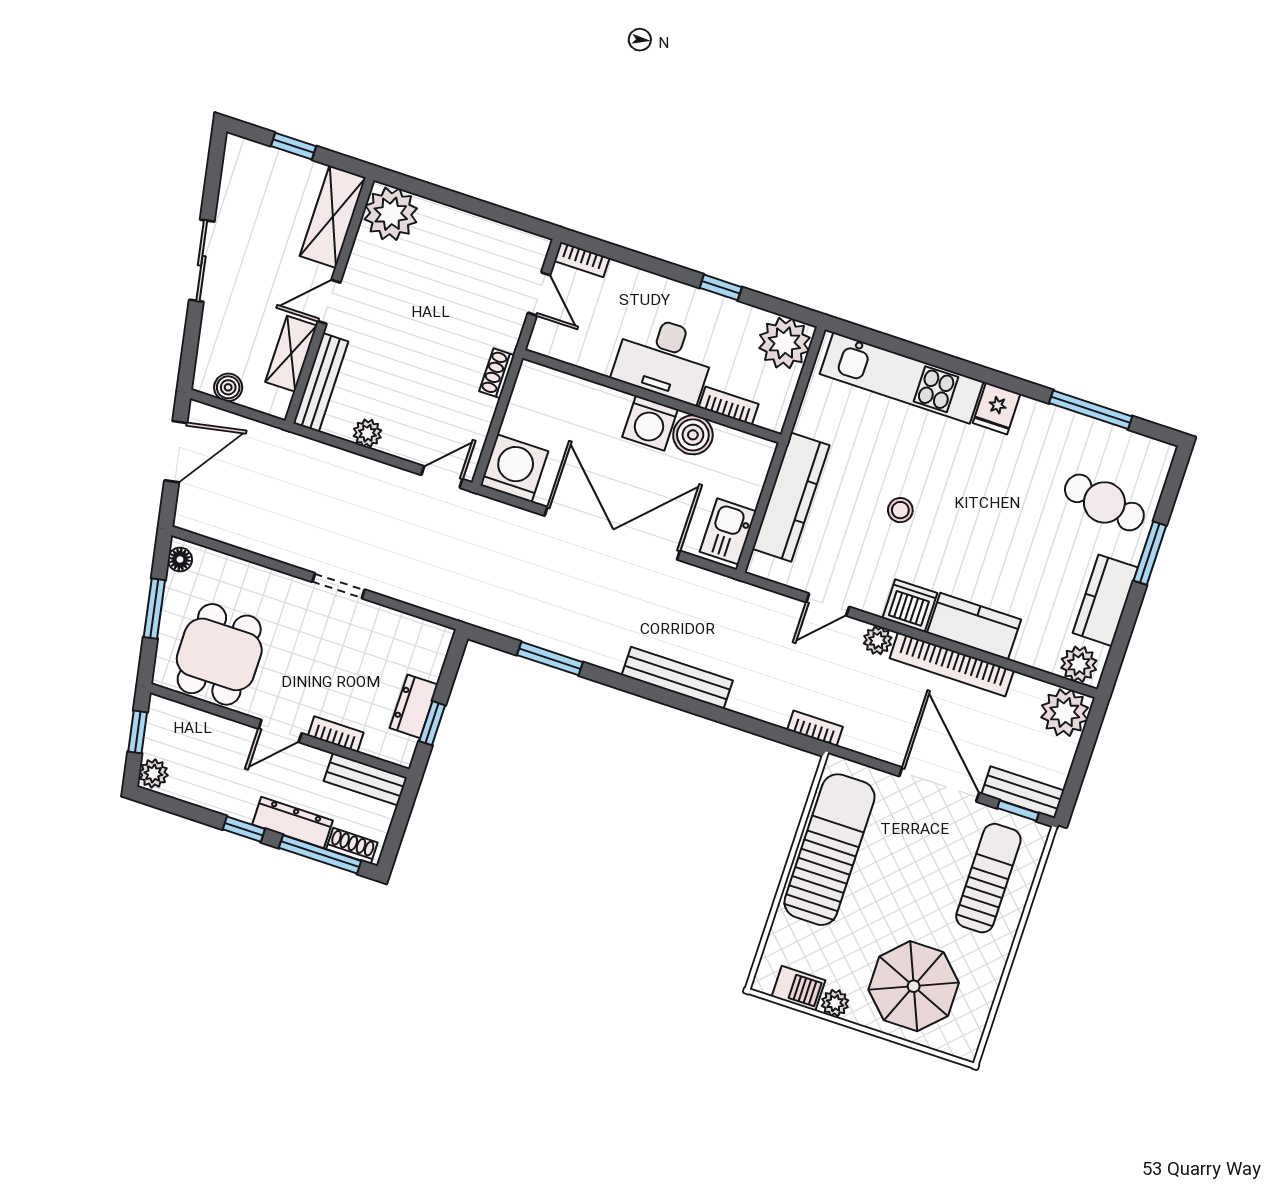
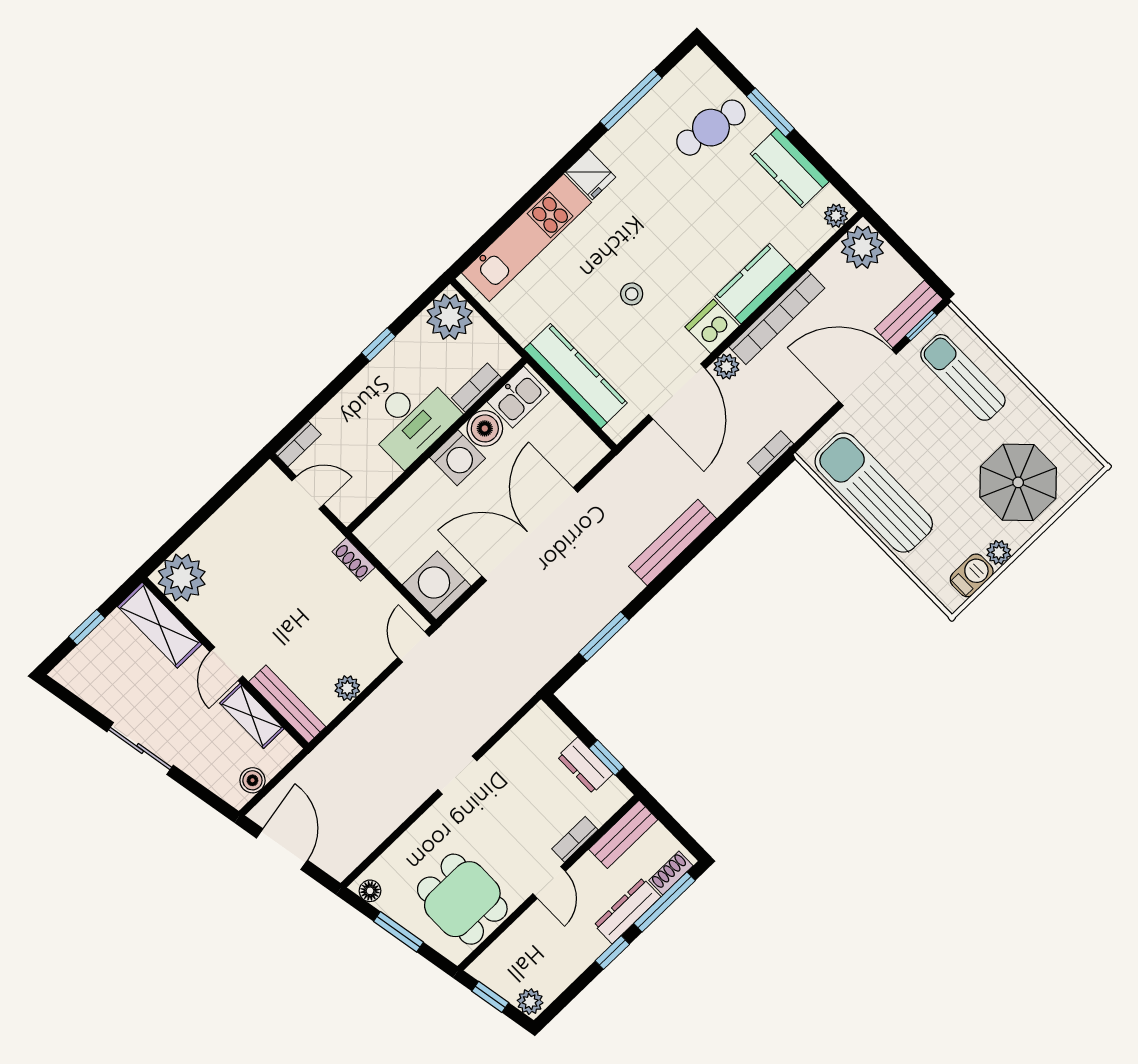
kitchen sink: (728, 531) -> (518, 397), moved, turned -90
door: (828, 605) -> (677, 392), width x1.88
plant: (1079, 664) -> (836, 216), width x0.73, depth x0.73

